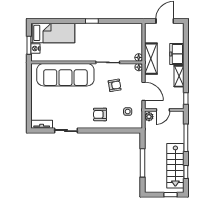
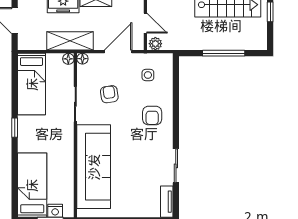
bed: (122, 32) -> (32, 84), added

